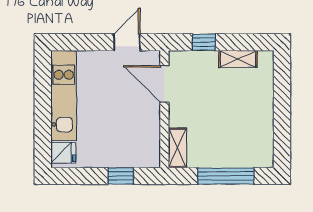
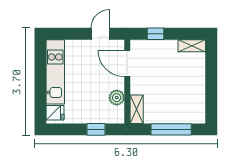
shelving: (238, 59) -> (192, 46), moved
plant: (150, 132) -> (117, 98), added

